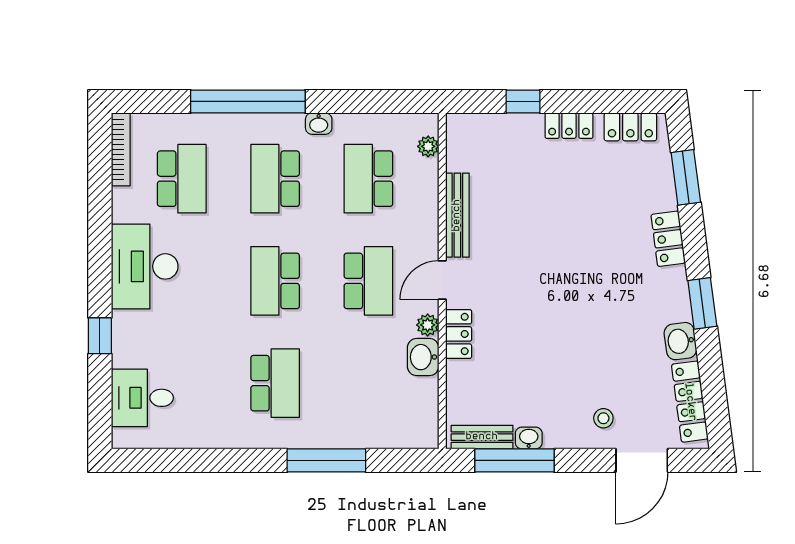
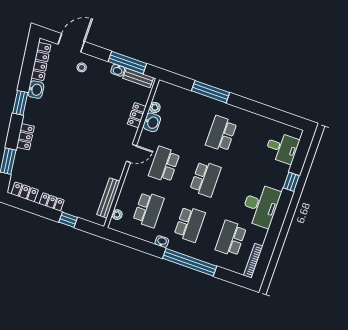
bench: (457, 215) -> (108, 198), moved
plant: (428, 325) -> (155, 108), moved
locker: (459, 334) -> (137, 115), moved

